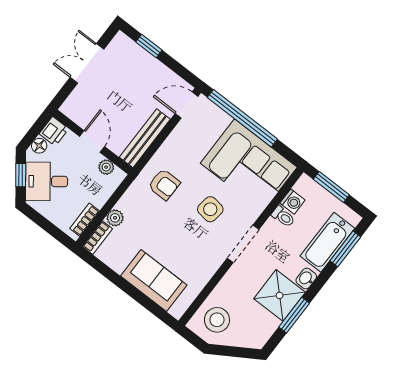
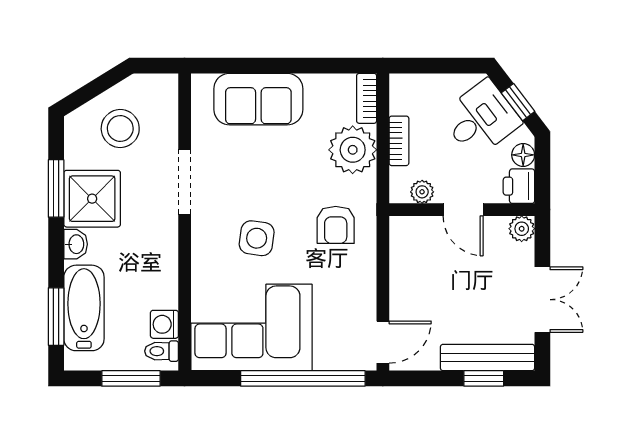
plant: (69, 108) -> (522, 229), added
bench: (145, 138) -> (488, 357), moved, turned 90
armchair: (164, 184) -> (336, 225), turned -90
toilet: (283, 217) -> (162, 351), moved
plant: (115, 218) -> (353, 150), width x1.88, depth x1.88
bookcase: (85, 220) -> (399, 141), moved
doorway: (243, 244) -> (185, 182), moved
stool: (217, 320) -> (120, 128), moved

